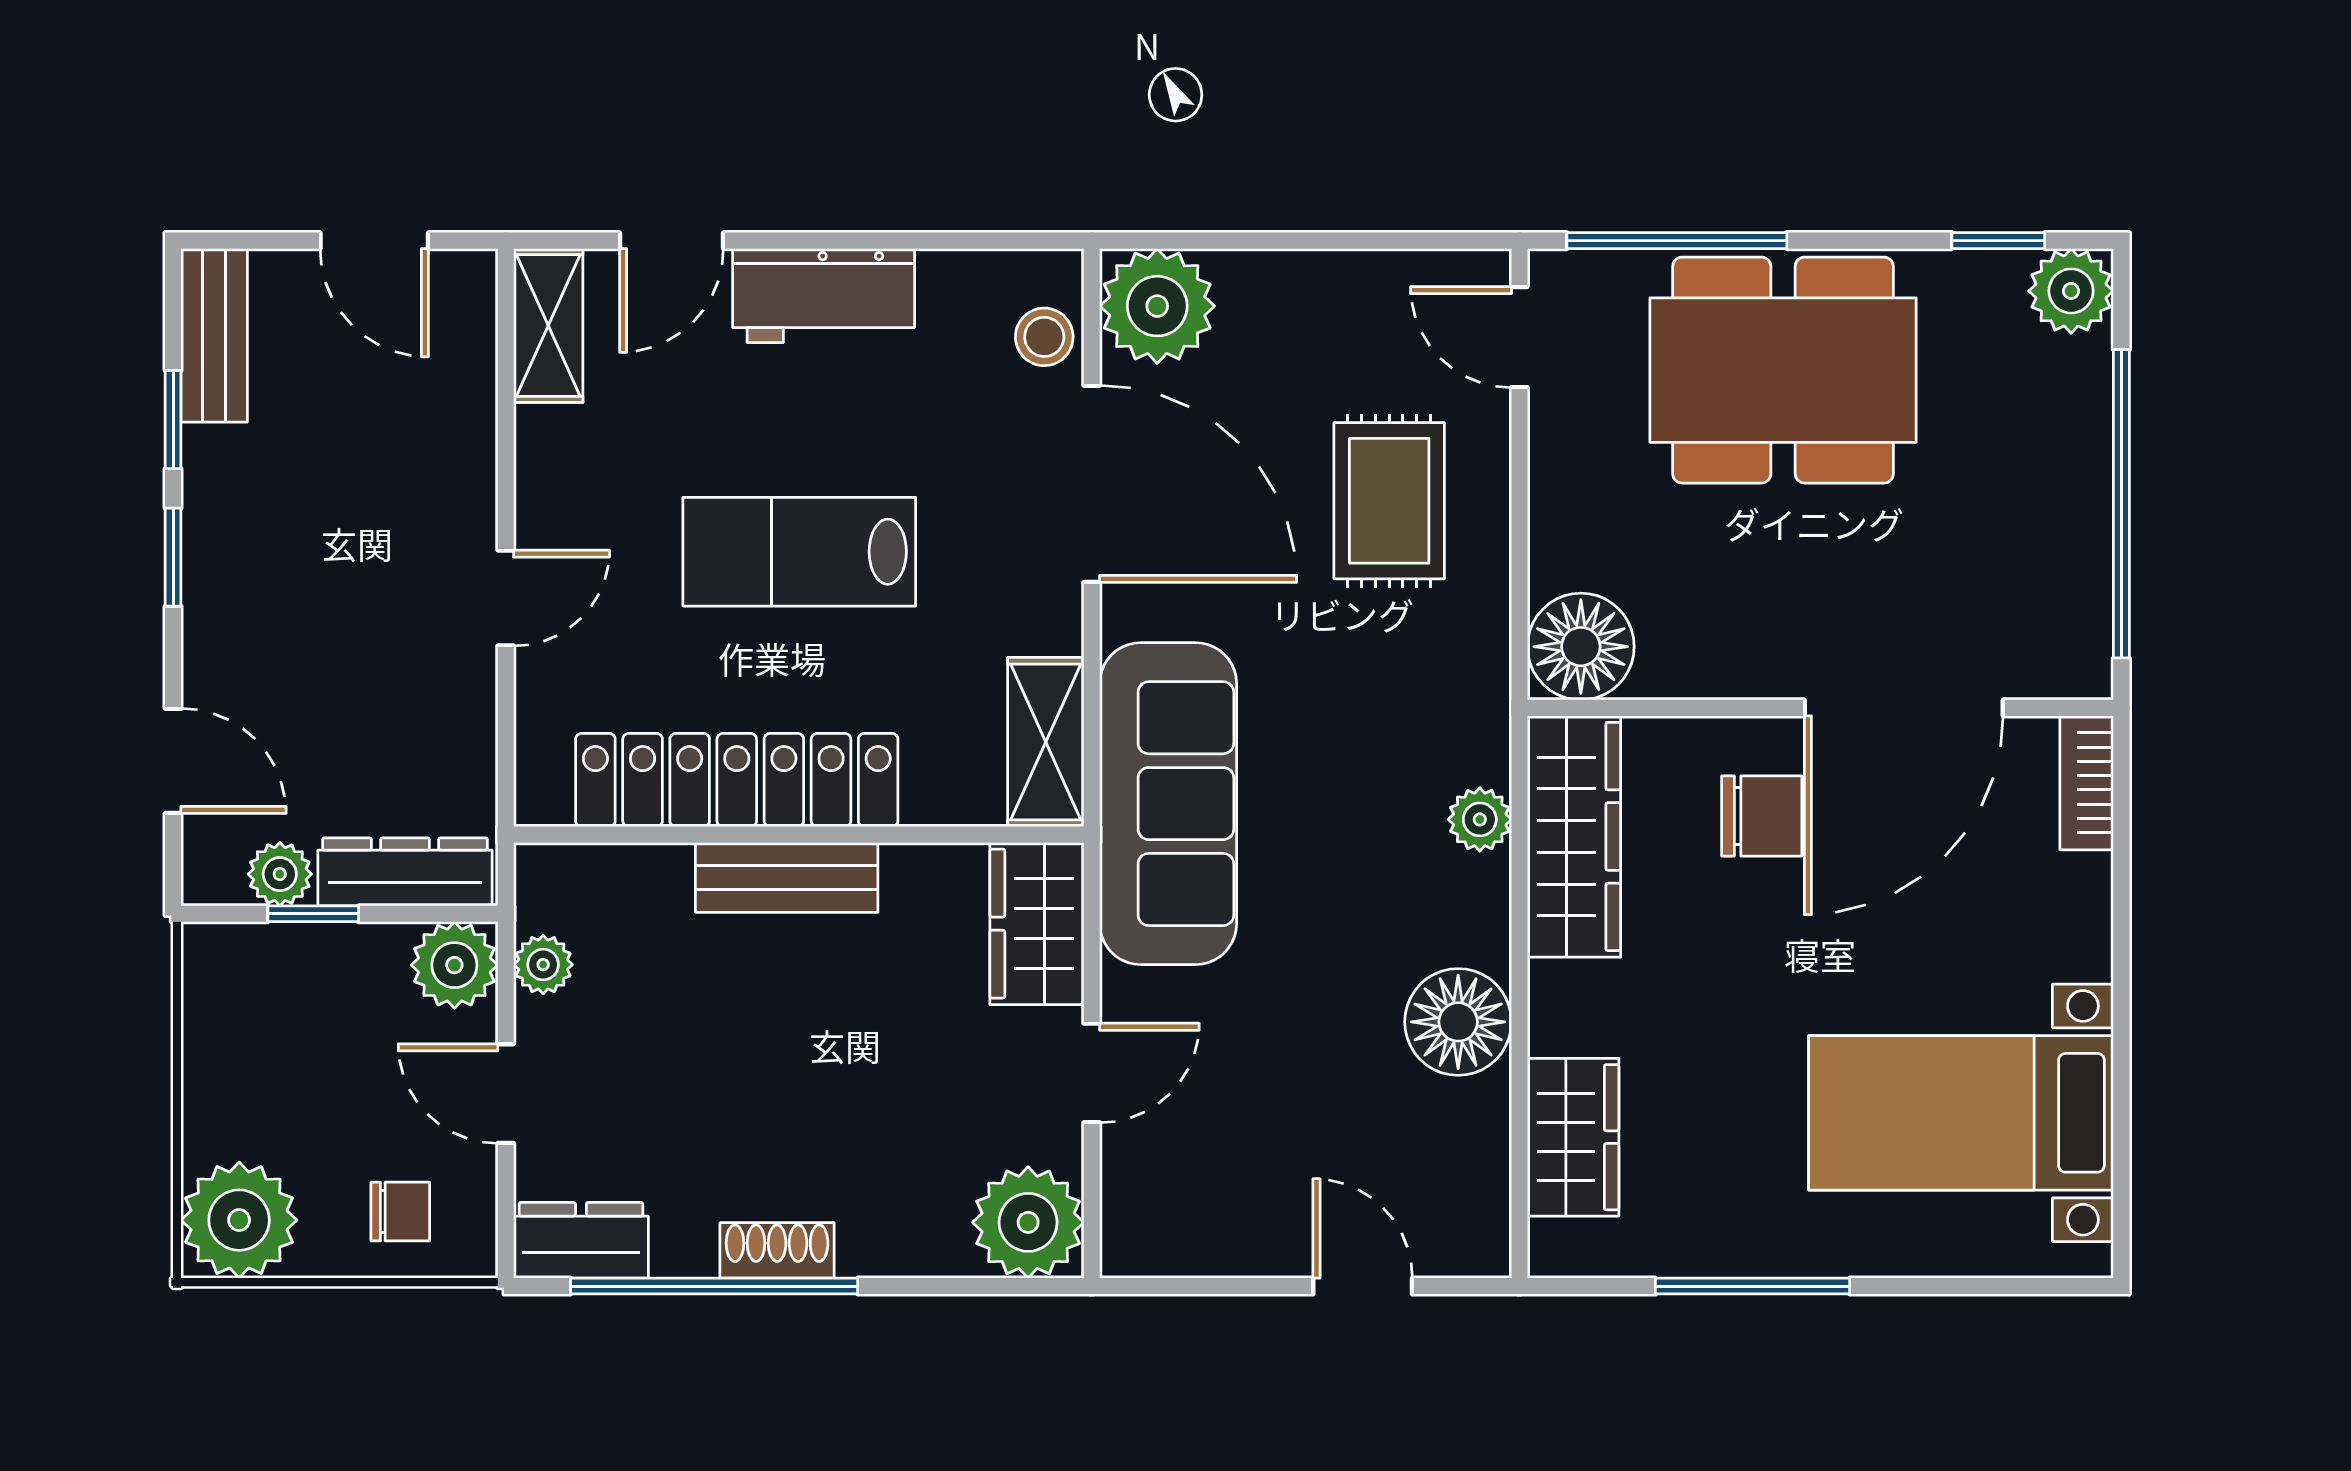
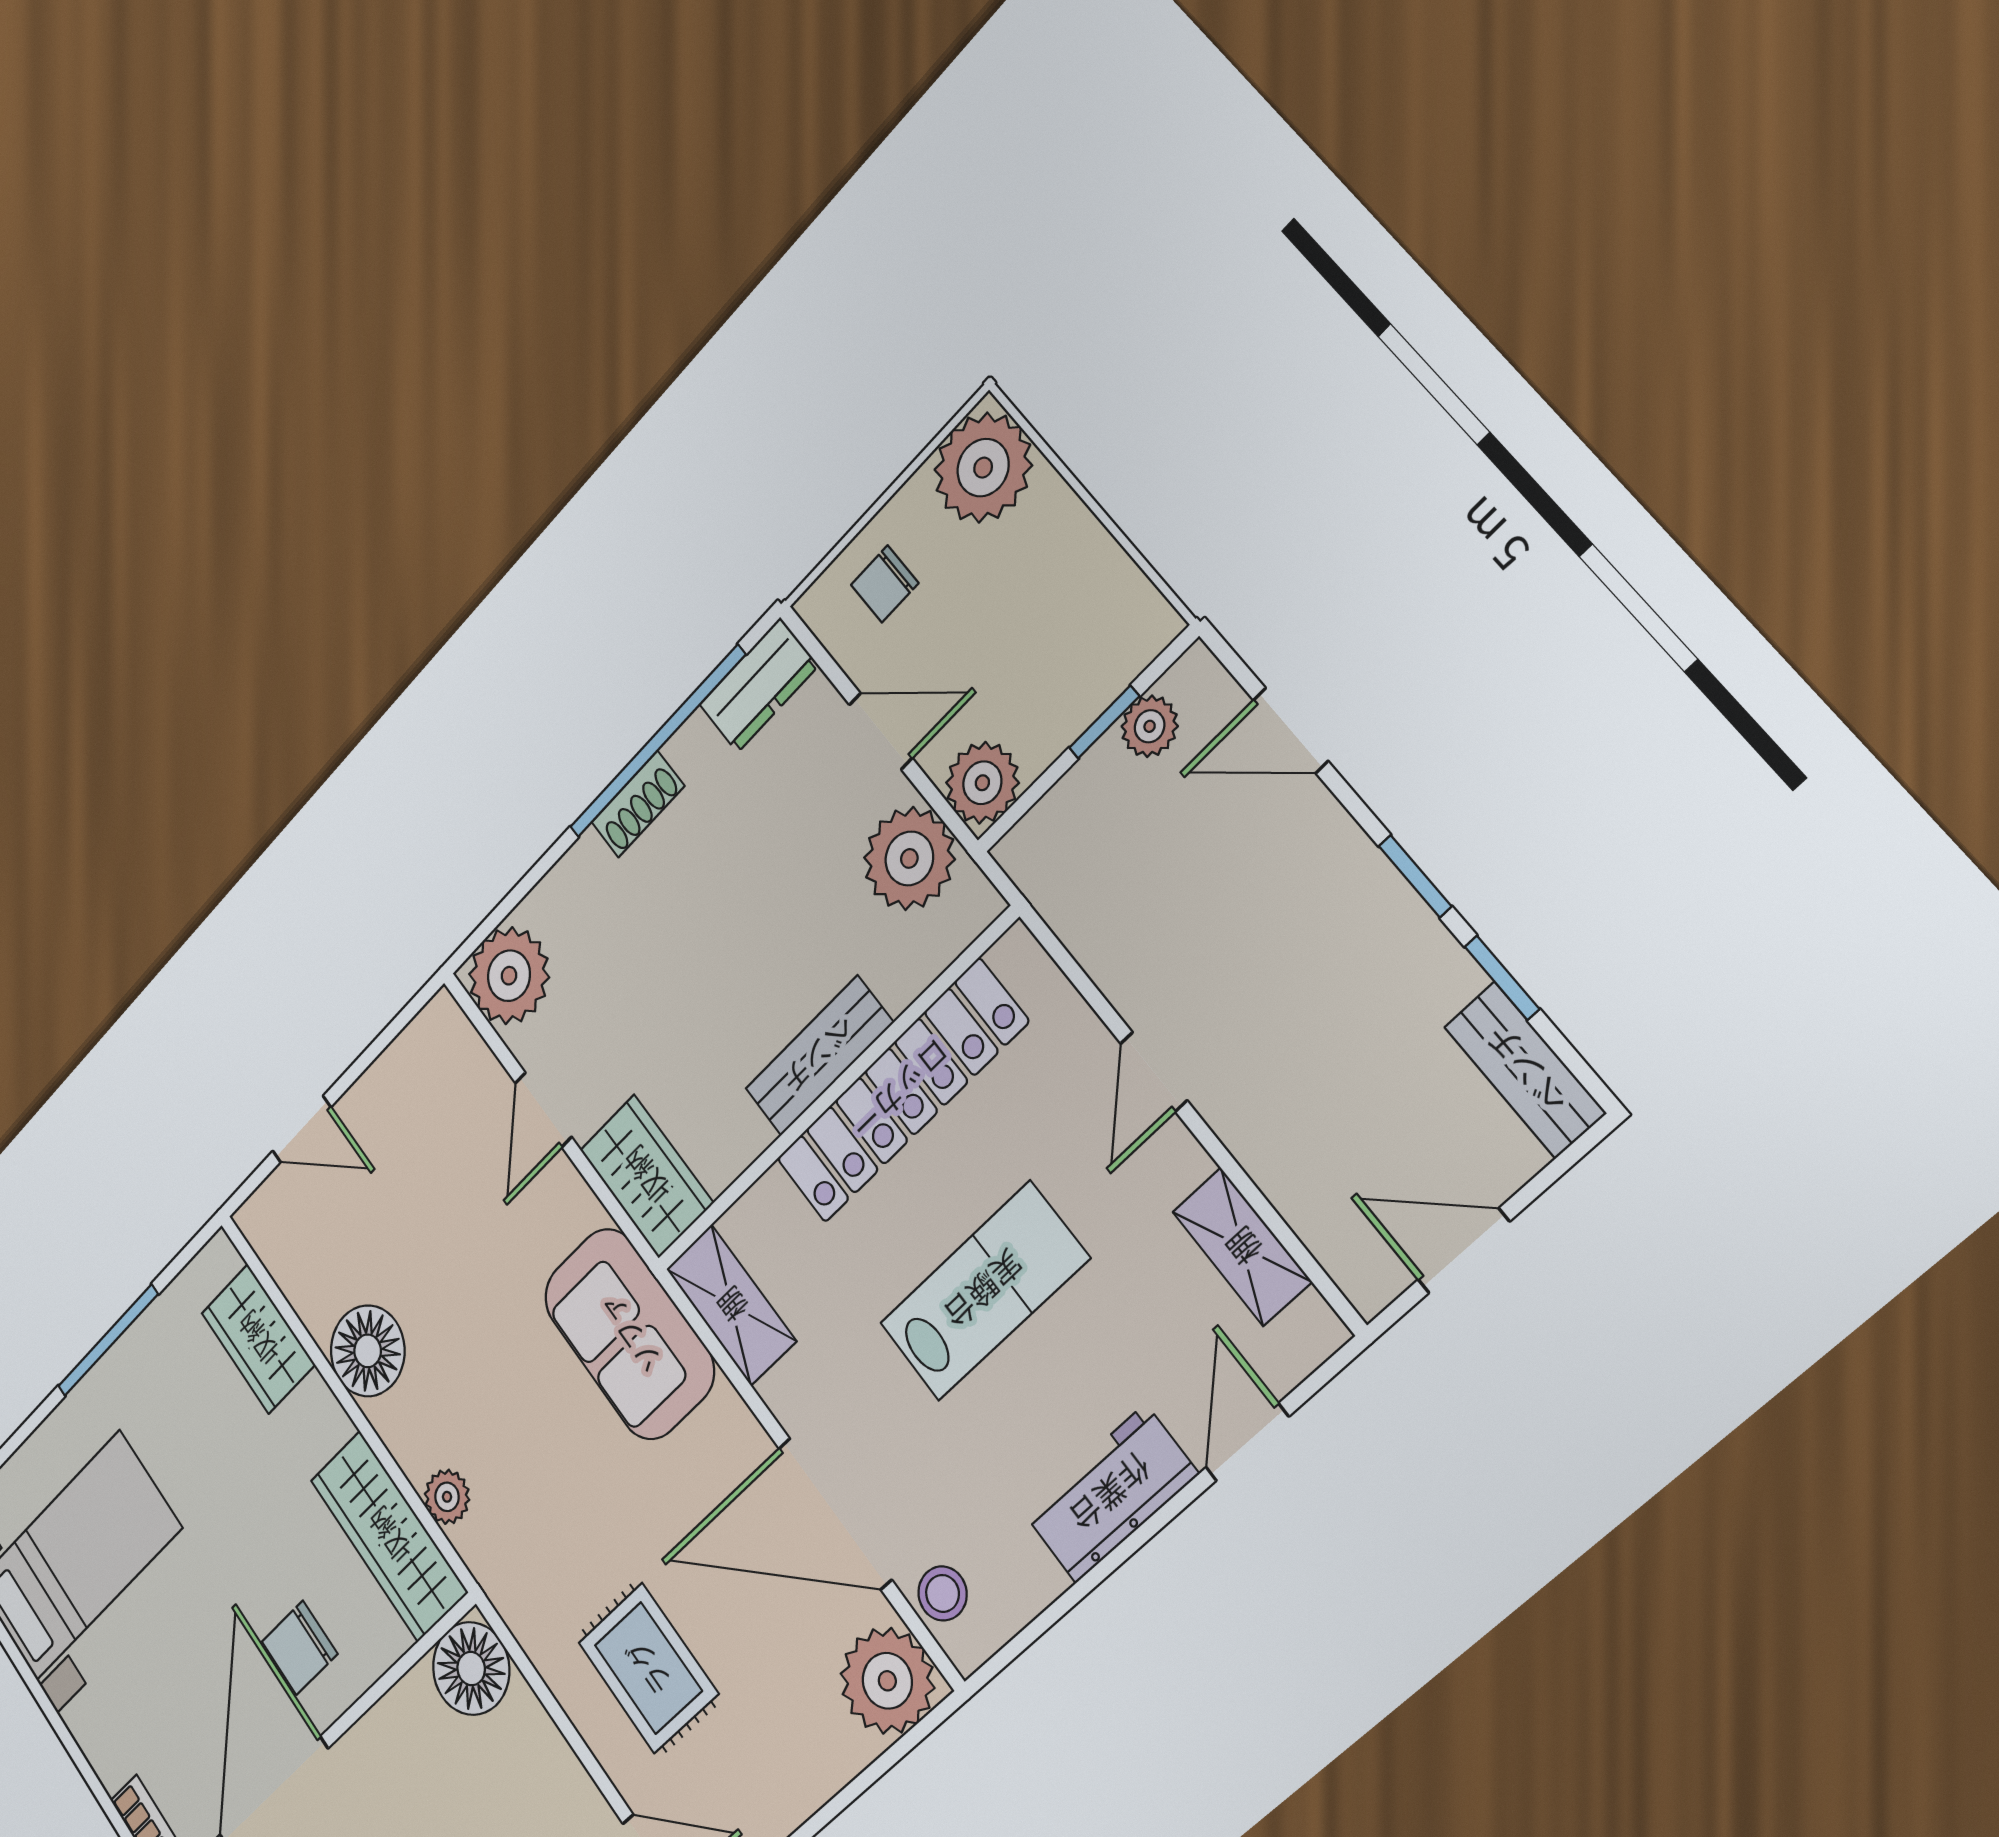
shelving: (548, 325) -> (1242, 1247), moved
sofa: (1168, 804) -> (629, 1334), width x0.73
dresser: (405, 872) -> (1066, 813), removed
plant: (543, 965) -> (909, 858), width x1.88, depth x1.88

